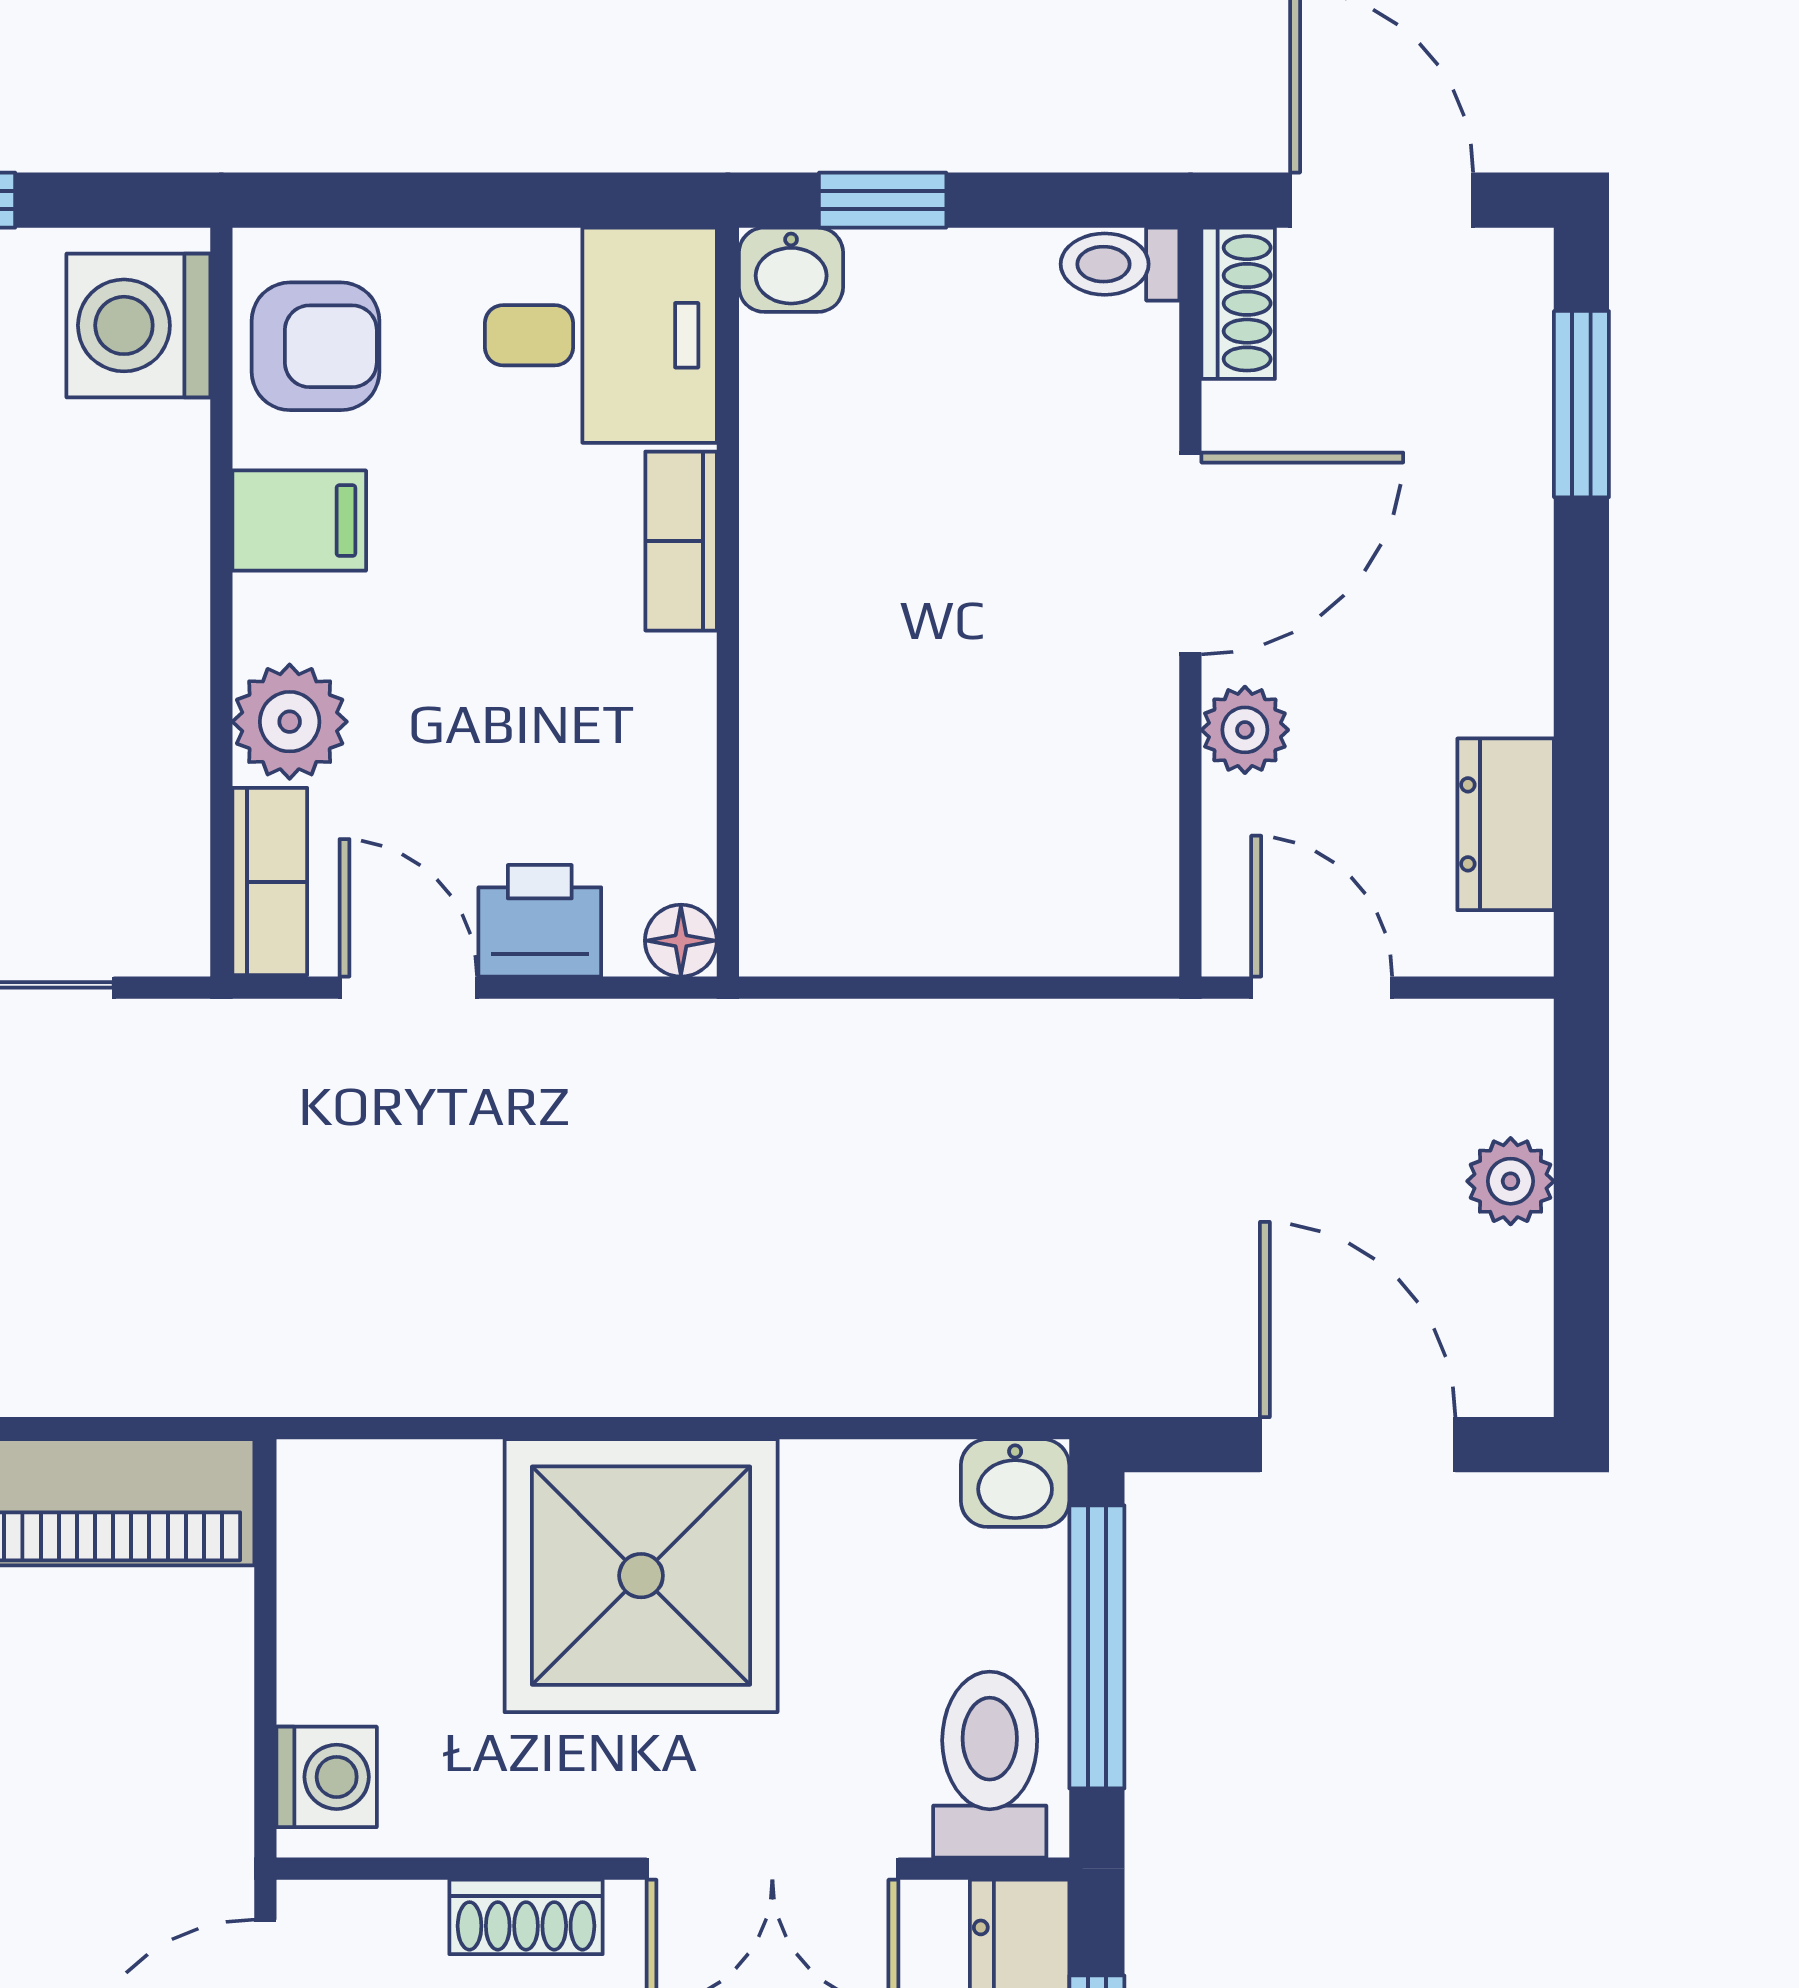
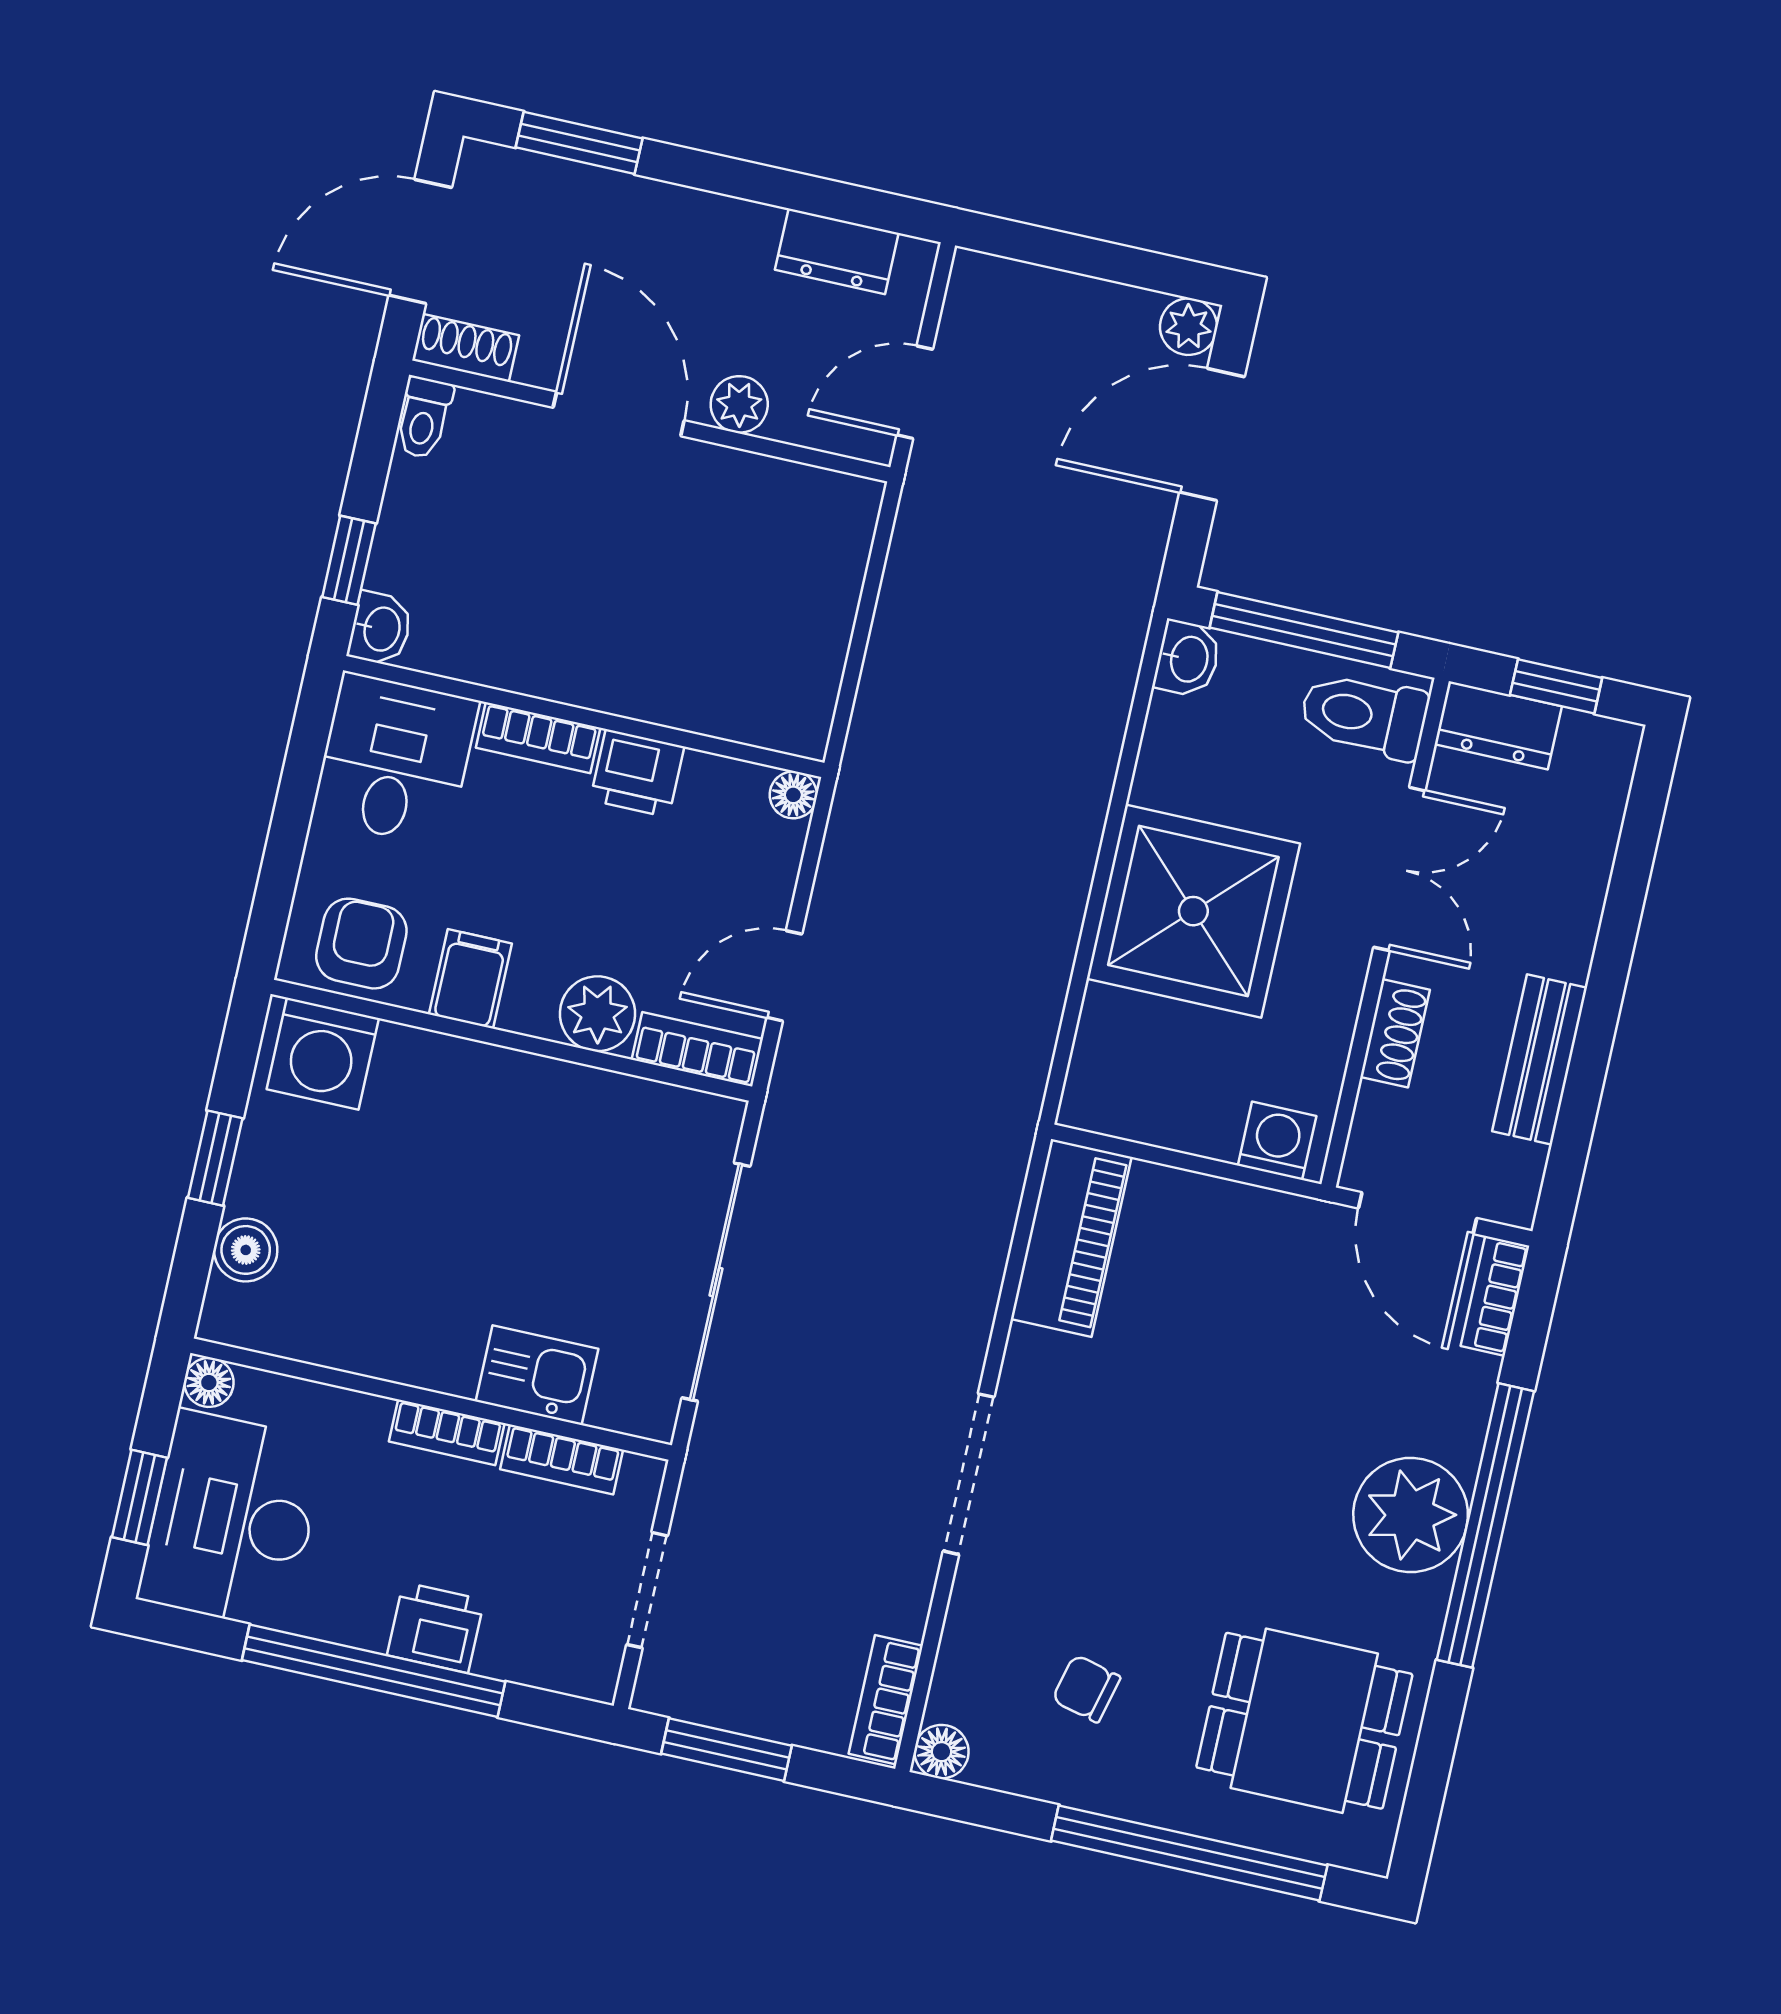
printer: (540, 921) -> (637, 773), moved, turned -90
plant: (1511, 1181) -> (1189, 327), moved

